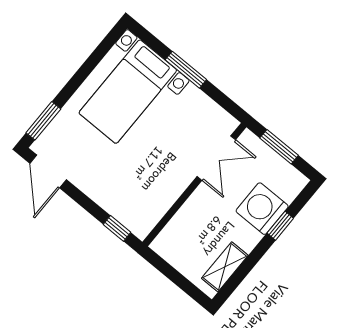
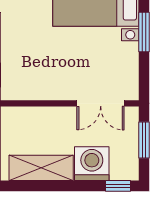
window: (280, 226) -> (118, 186), moved
shelving: (225, 267) -> (41, 168), width x1.50, depth x1.33

